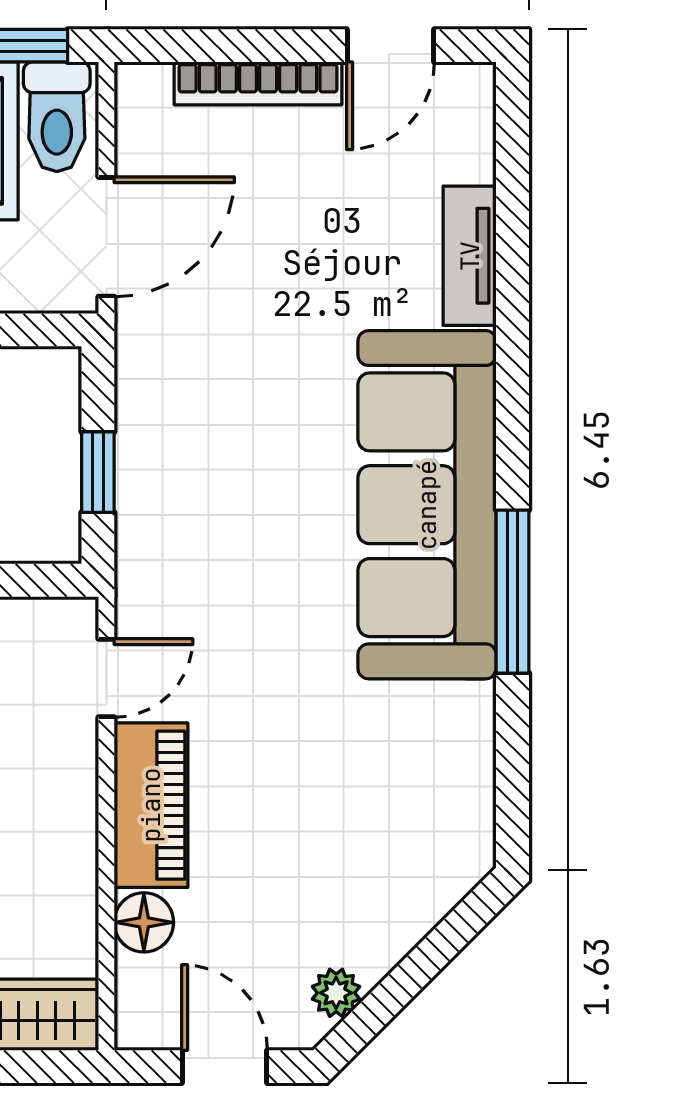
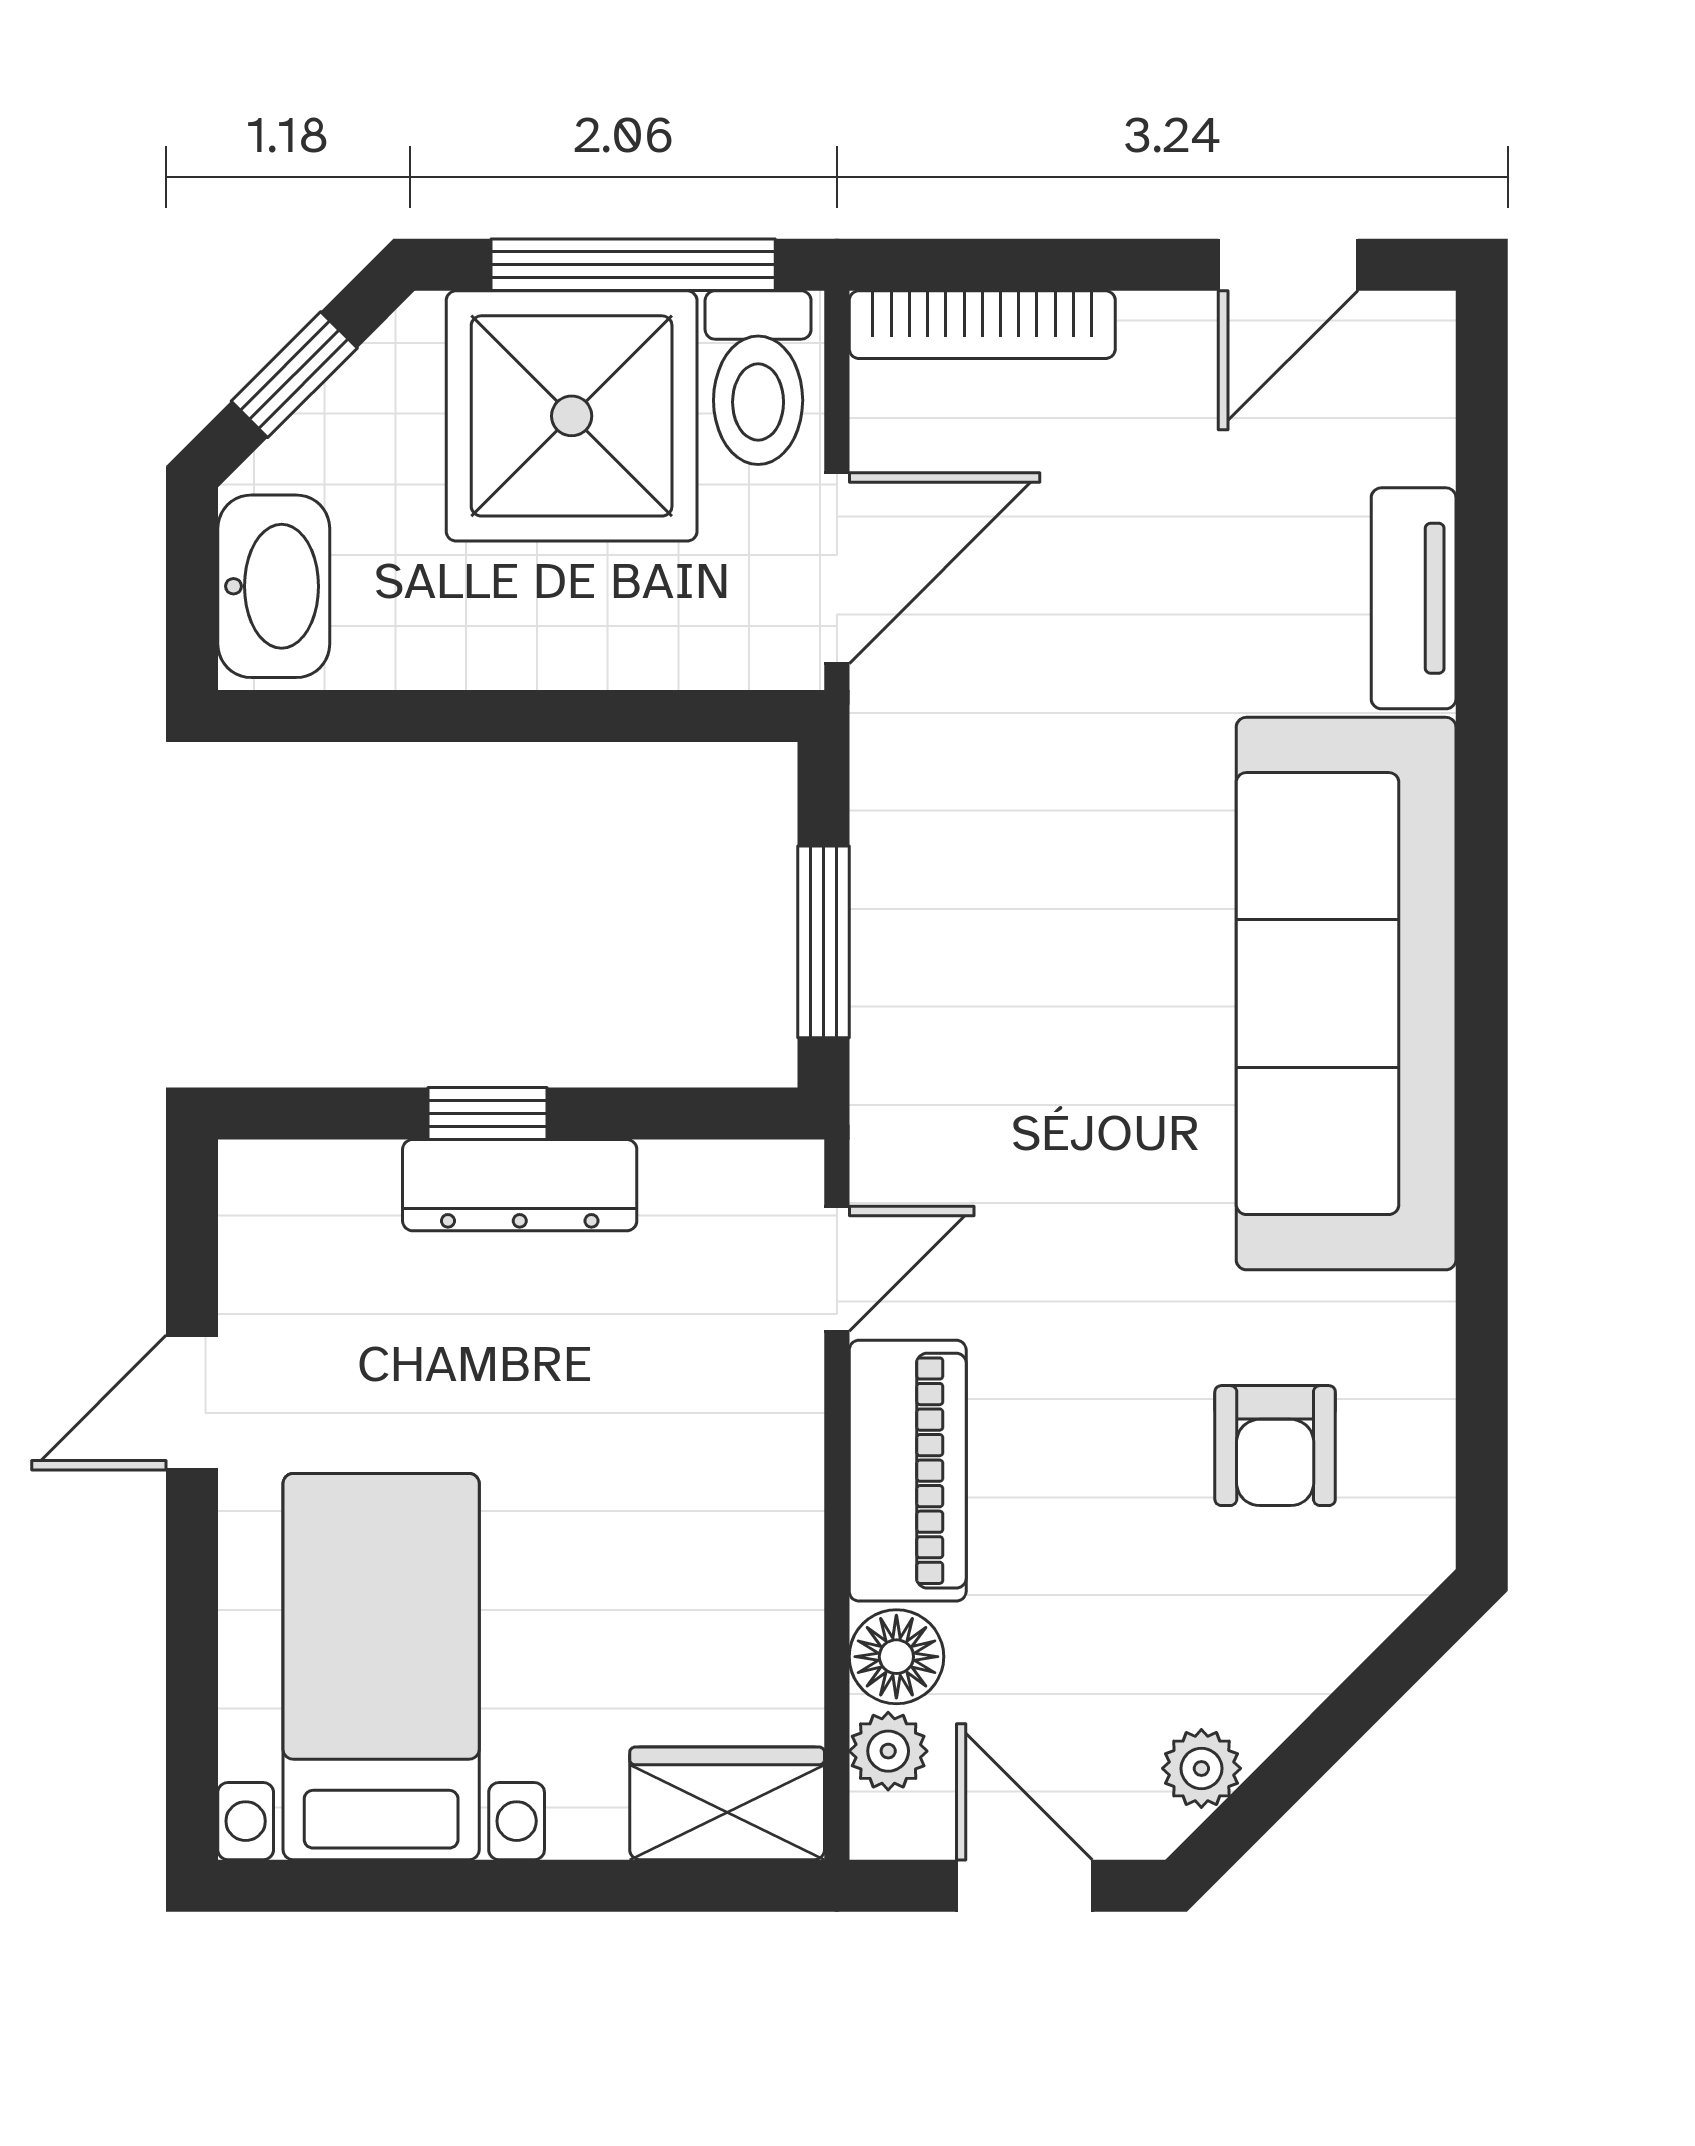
bookcase: (258, 83) -> (982, 325), moved
window: (98, 472) -> (823, 942), width x1.50
window: (513, 592) -> (1482, 1132), removed
armchair: (382, 789) -> (1275, 1446), added
plant: (139, 982) -> (888, 1751), added

